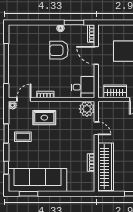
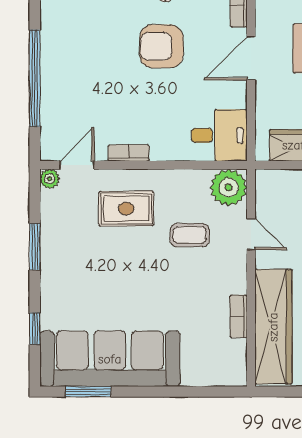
door: (96, 55) -> (251, 58), hinge flipped
coffee table: (23, 137) -> (190, 235), moved

